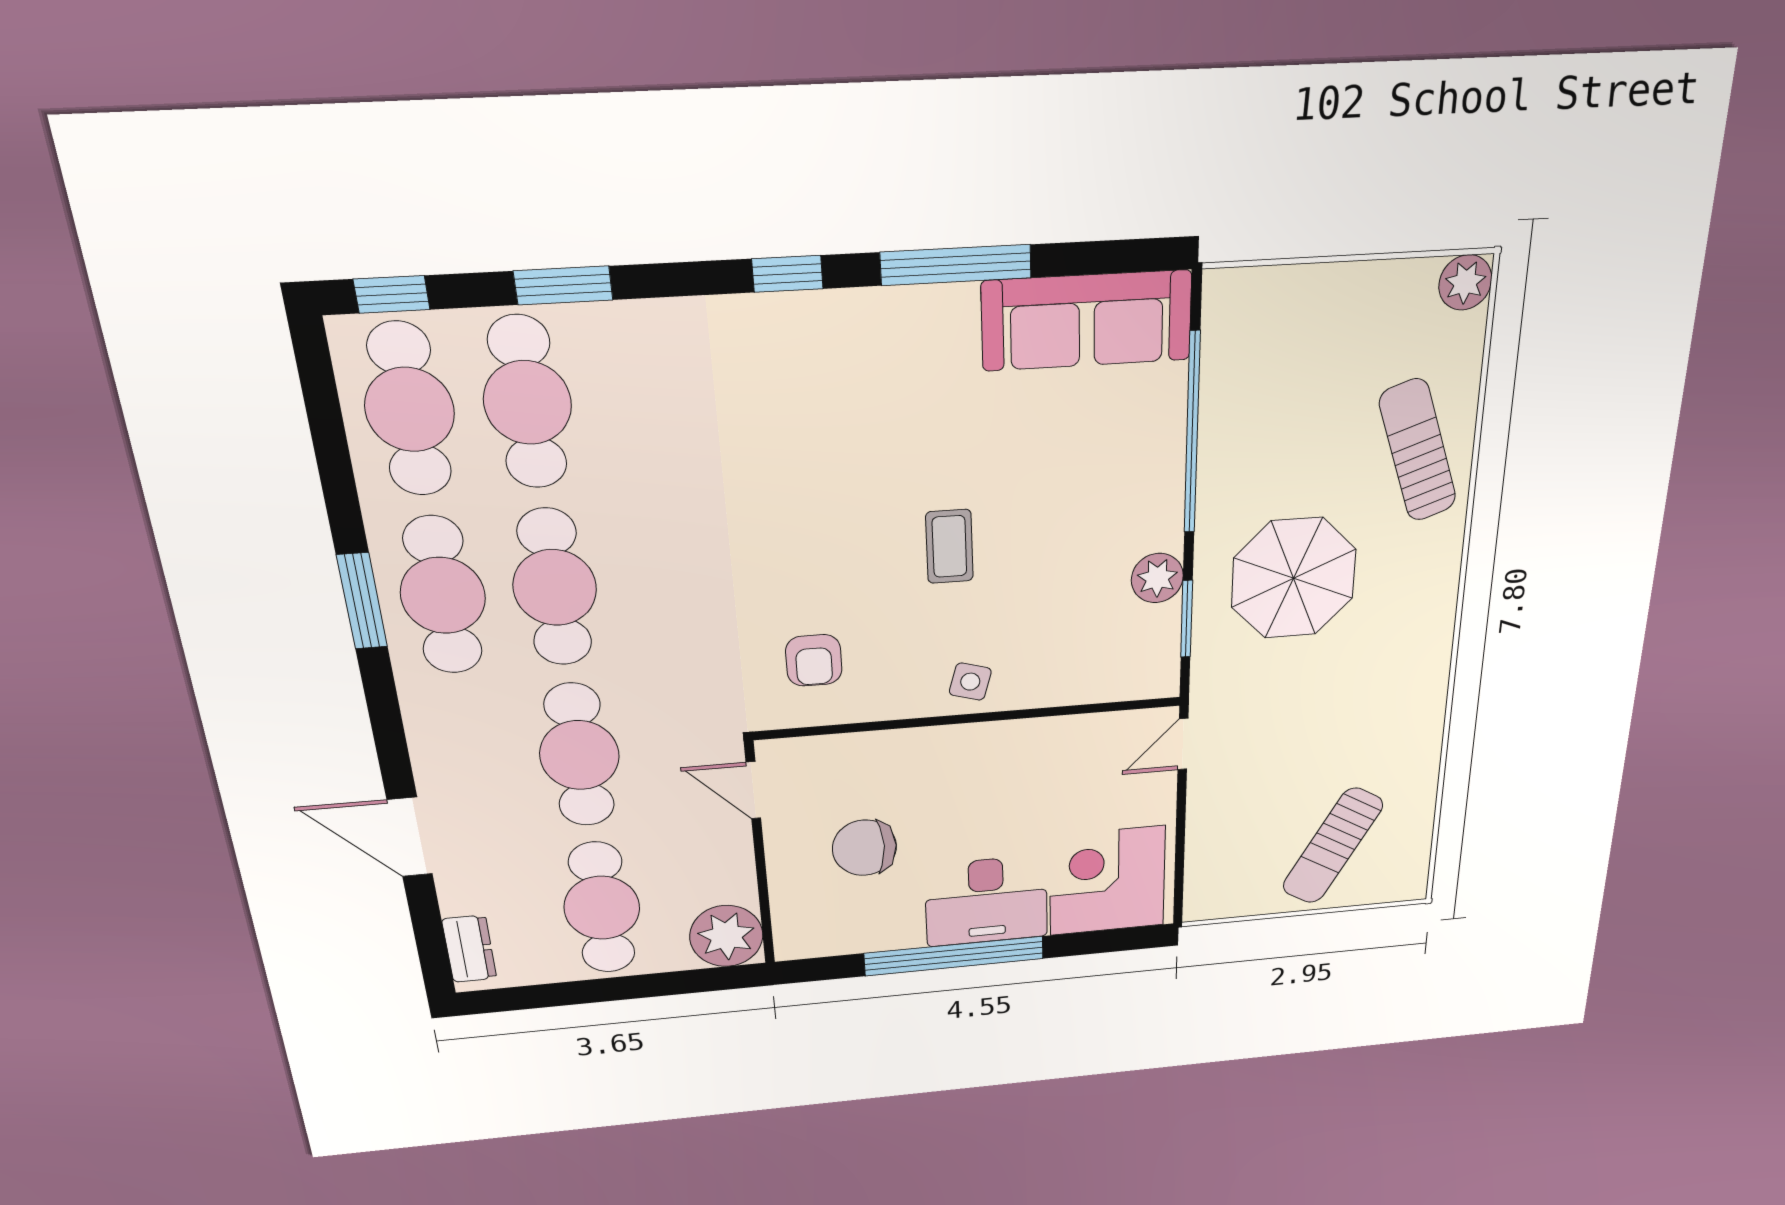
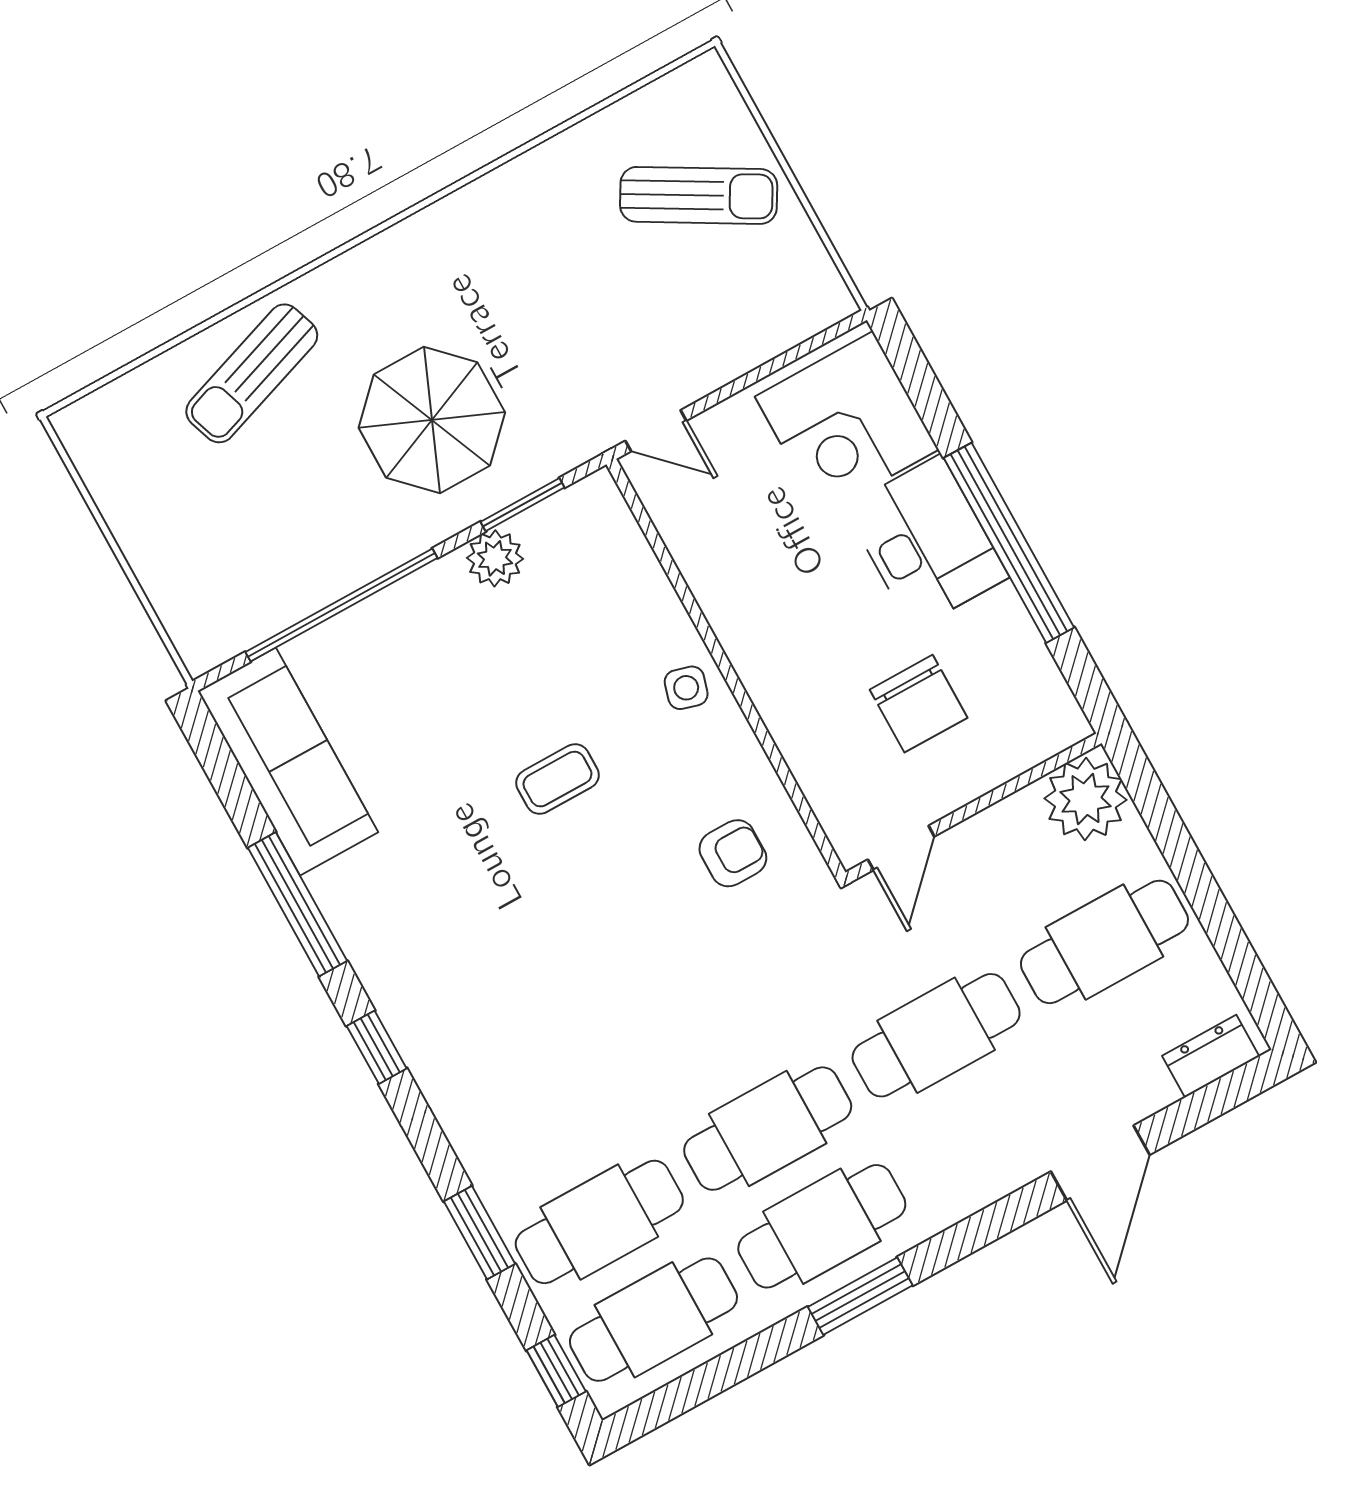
plant: (1465, 282) -> (83, 427), removed

